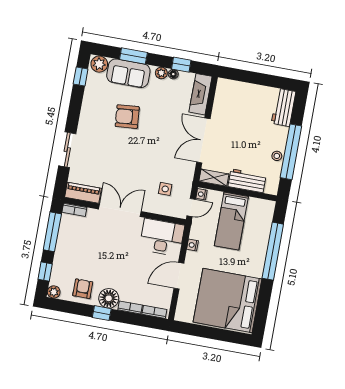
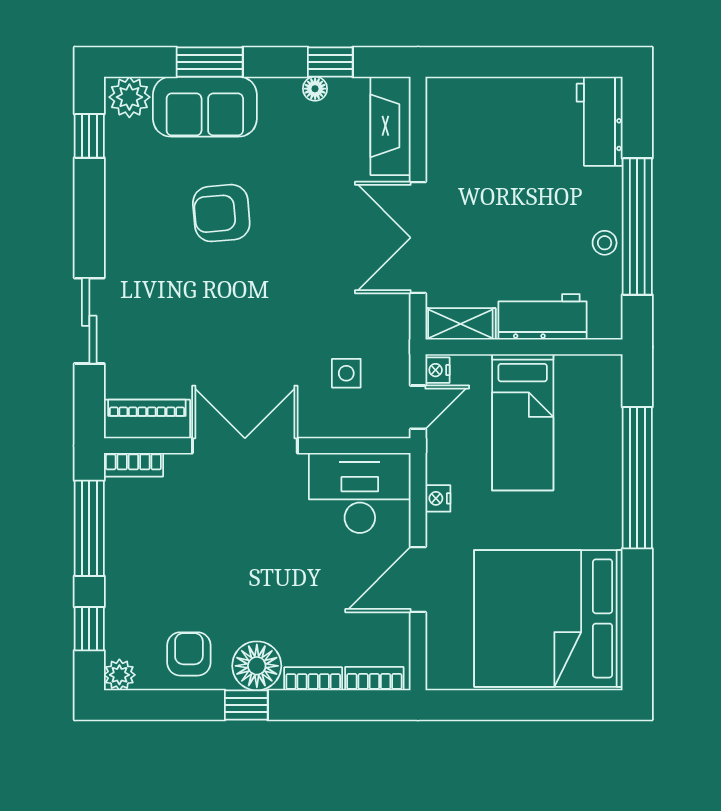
plant: (161, 73) -> (285, 91), removed

